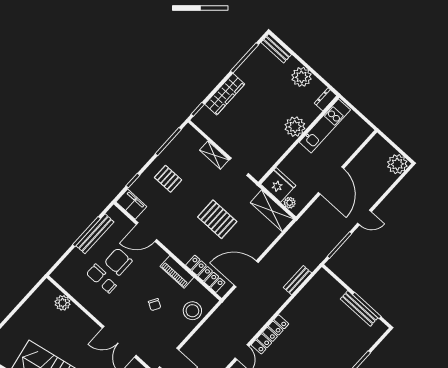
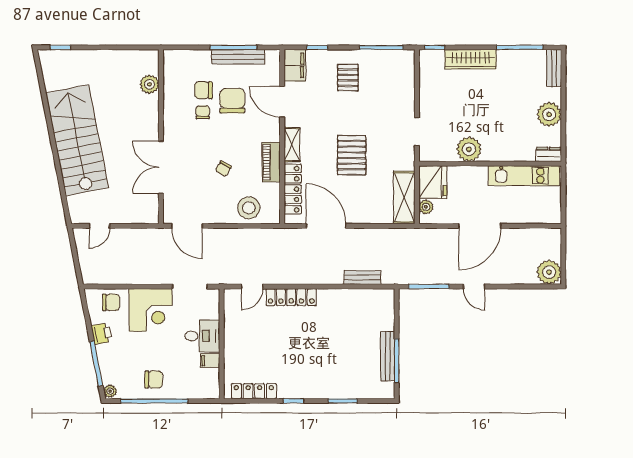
plant: (295, 127) -> (469, 149), moved
shelving: (214, 155) -> (292, 145), moved

